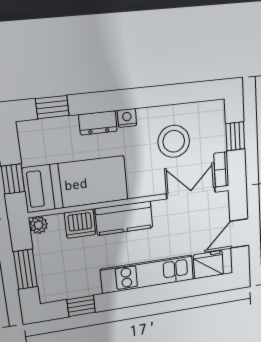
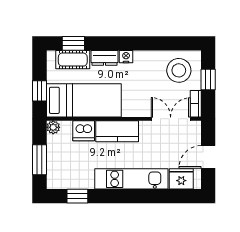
cot: (54, 130) -> (73, 60), added
stool: (174, 141) -> (179, 70), moved

